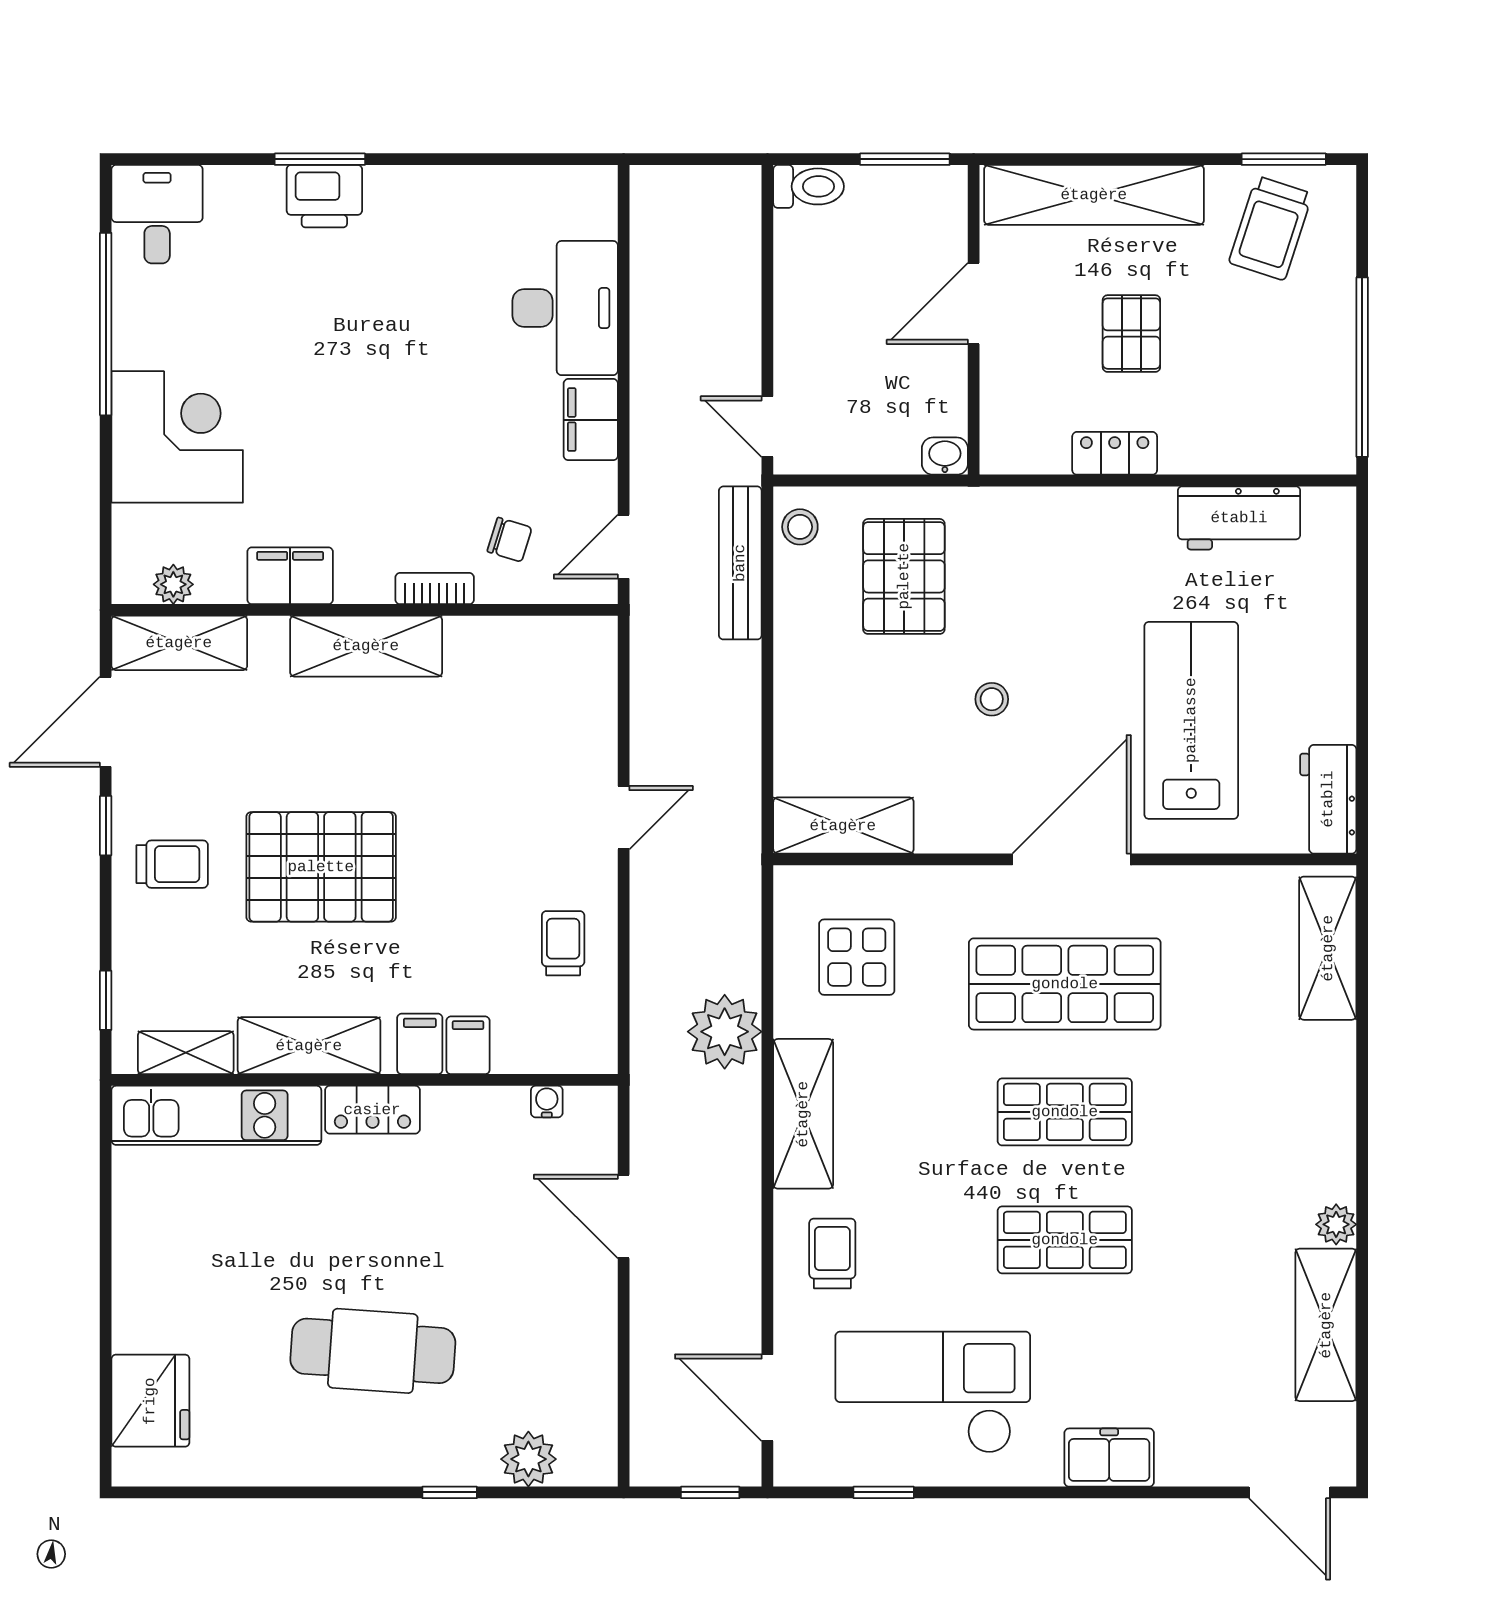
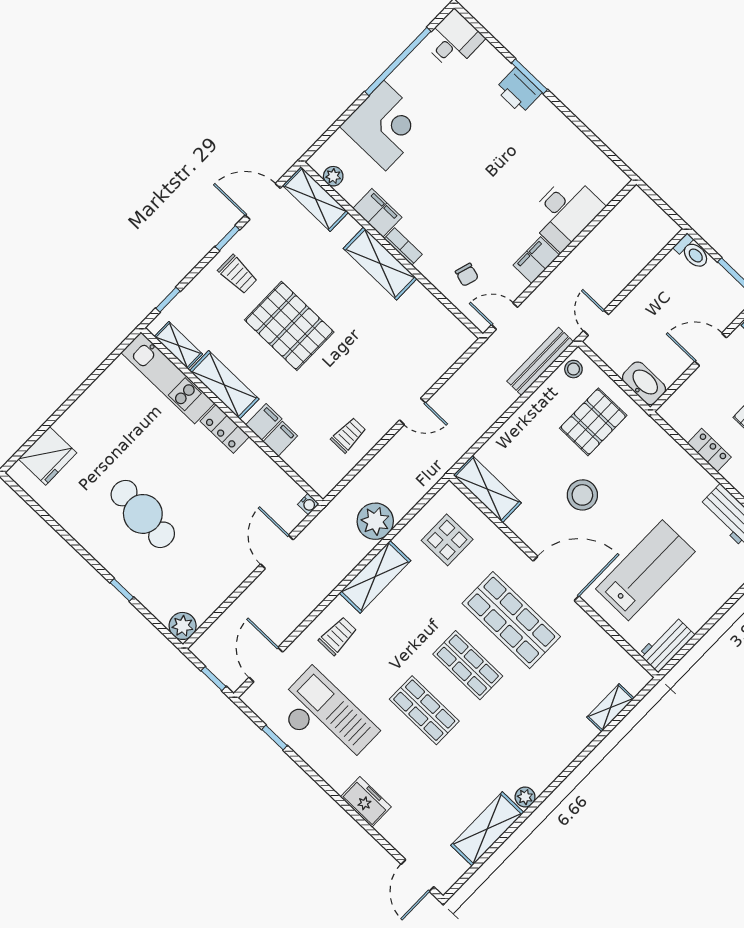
washbasin: (945, 456) -> (644, 383), width x1.91, depth x1.45
bookcase: (435, 589) -> (403, 247), moved
stool: (992, 699) -> (582, 495), width x1.89, depth x1.89
shelving: (1328, 948) -> (610, 708), width x0.67, depth x0.75
water cooler: (547, 1102) -> (308, 504), moved, turned 90
plant: (528, 1459) -> (183, 626), moved

